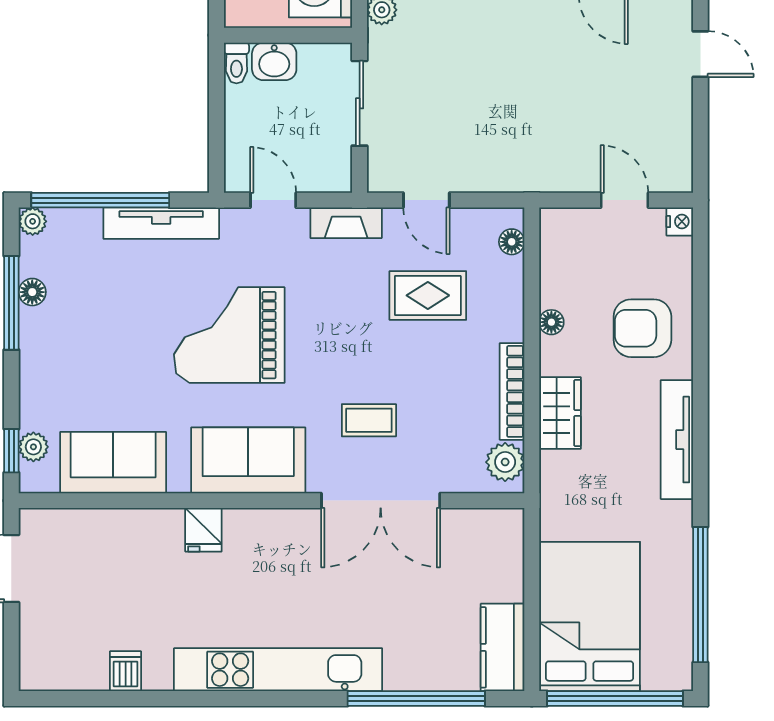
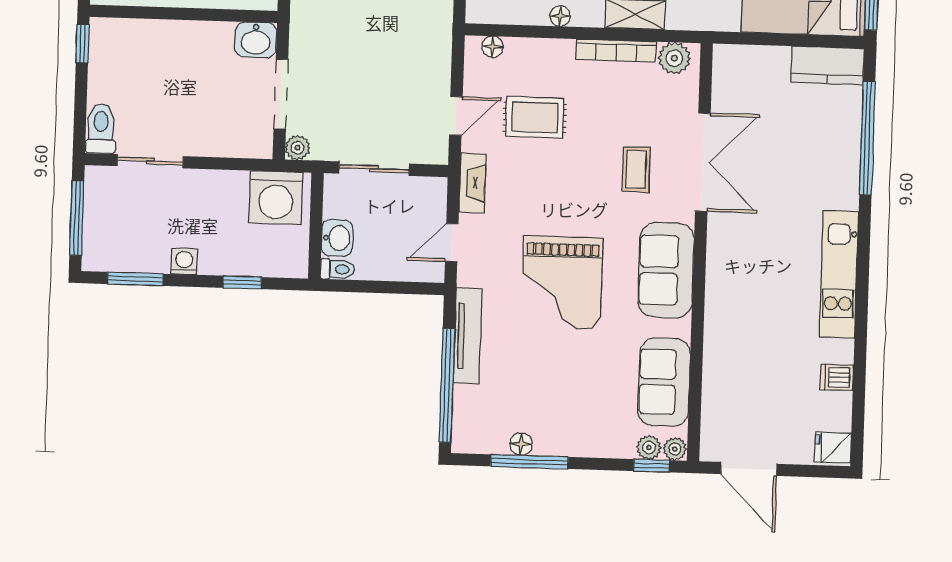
plant: (33, 221) -> (675, 449), moved
rug: (428, 295) -> (535, 117), turned 90
fridge: (203, 530) -> (833, 448), moved, turned 180
kitchen unit: (278, 670) -> (839, 274), width x0.73

